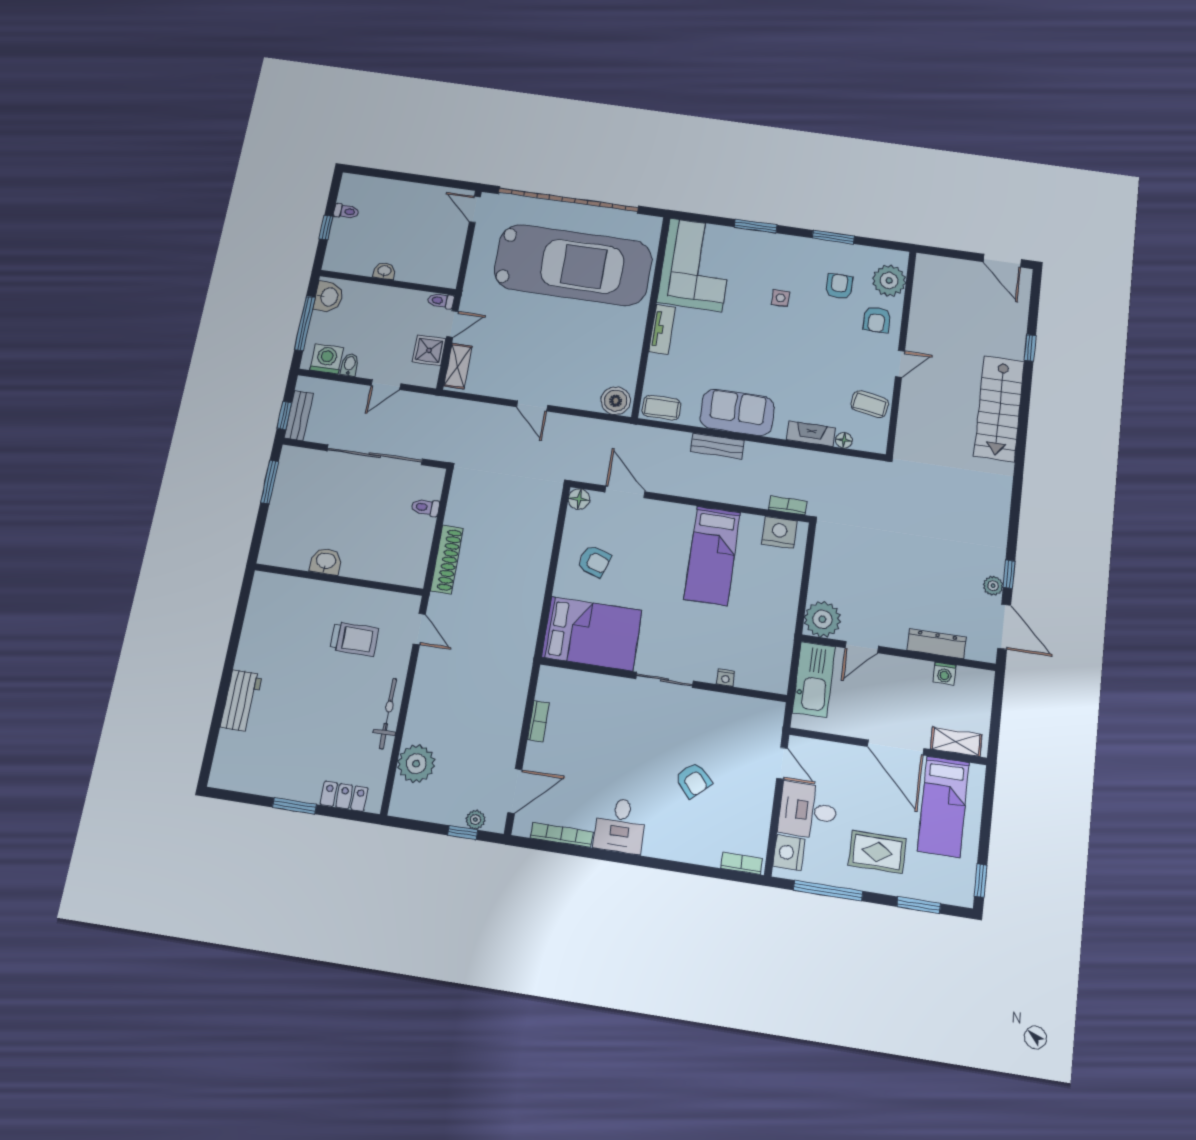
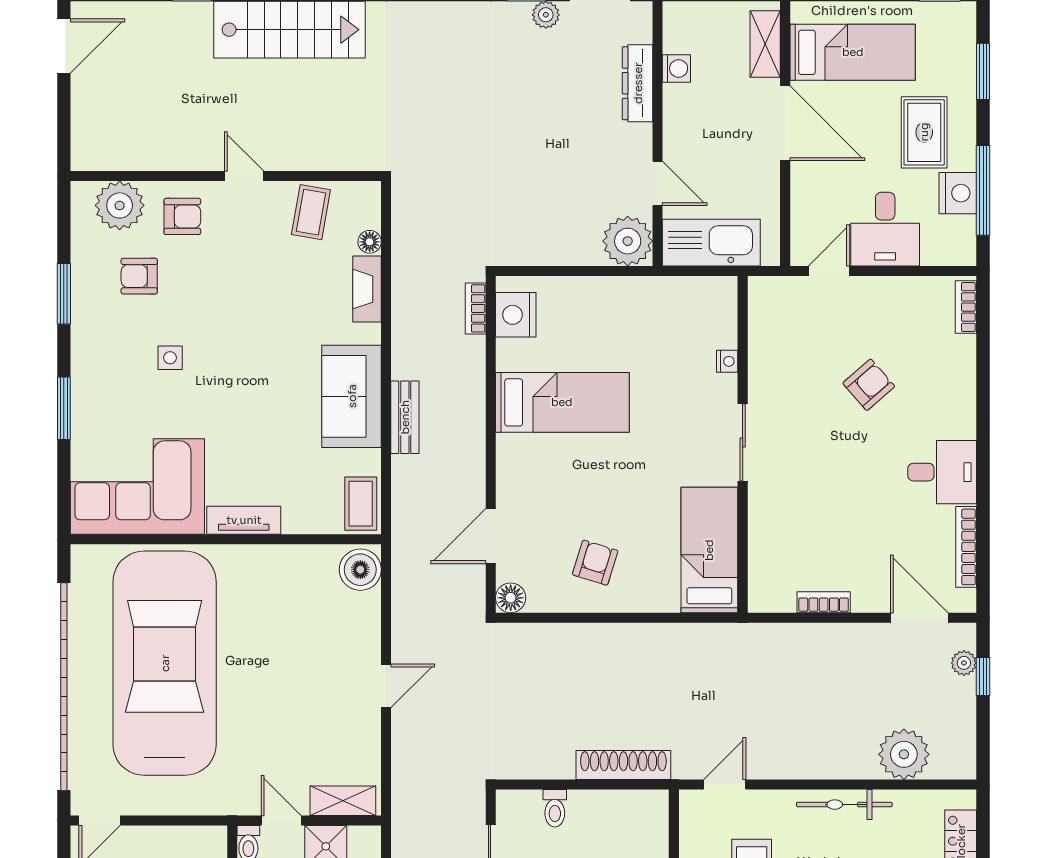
bed: (592, 634) -> (709, 550), width x0.67
door: (896, 747) -> (785, 123), hinge flipped
nightstand: (789, 853) -> (958, 193), moved, turned -90

